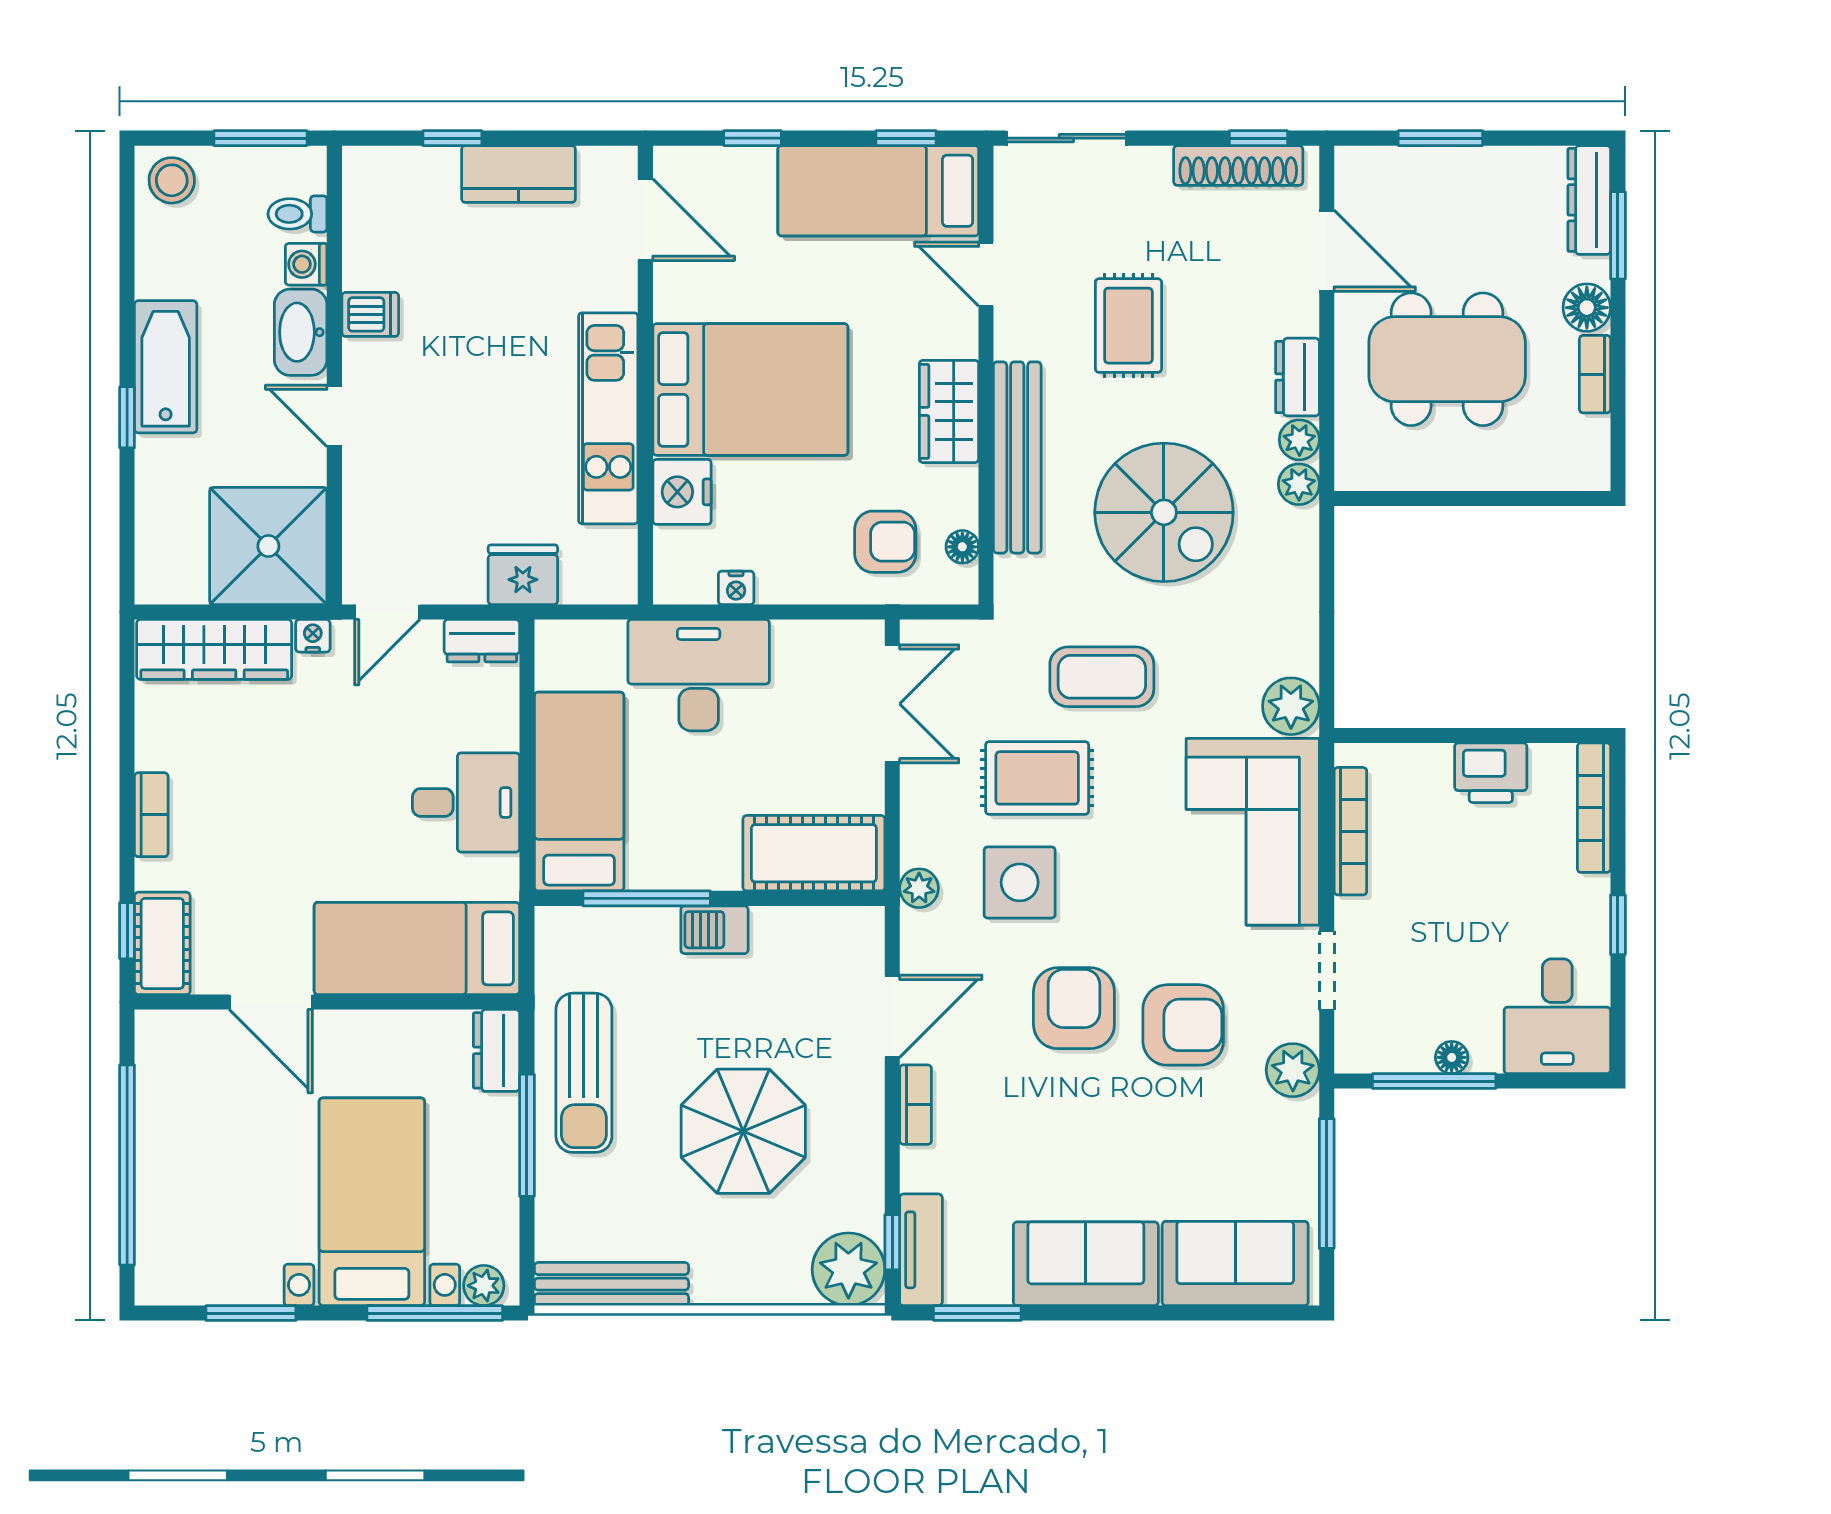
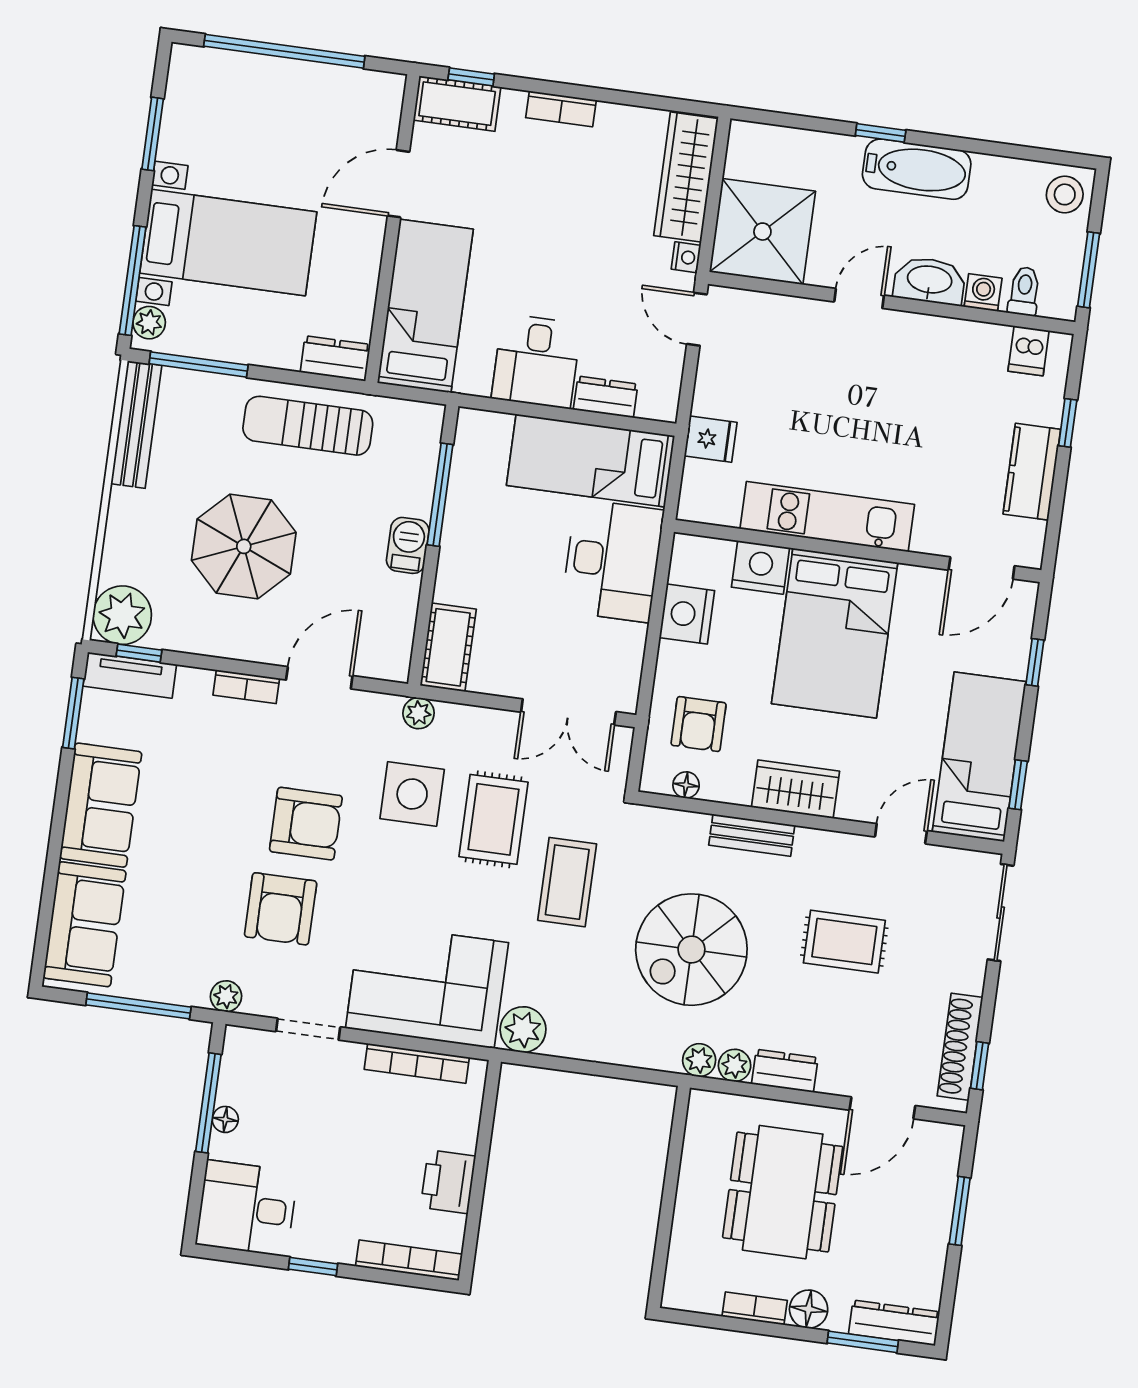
dishwasher: (370, 314) -> (1029, 351), moved
bench: (1017, 457) -> (752, 835), width x0.54, depth x0.82
fridge: (523, 575) -> (711, 439), width x0.72
nightstand: (736, 588) -> (687, 614), width x1.89, depth x1.79
dresser: (482, 641) -> (606, 397), moved, turned 90
bed: (579, 792) -> (591, 461), moved, turned 180
cot: (814, 853) -> (448, 647), width x0.73, depth x0.75
door: (892, 1016) -> (319, 678), swing flipped
plant: (1293, 1070) -> (226, 996), width x0.73, depth x0.73
window: (527, 1135) -> (199, 364), moved

